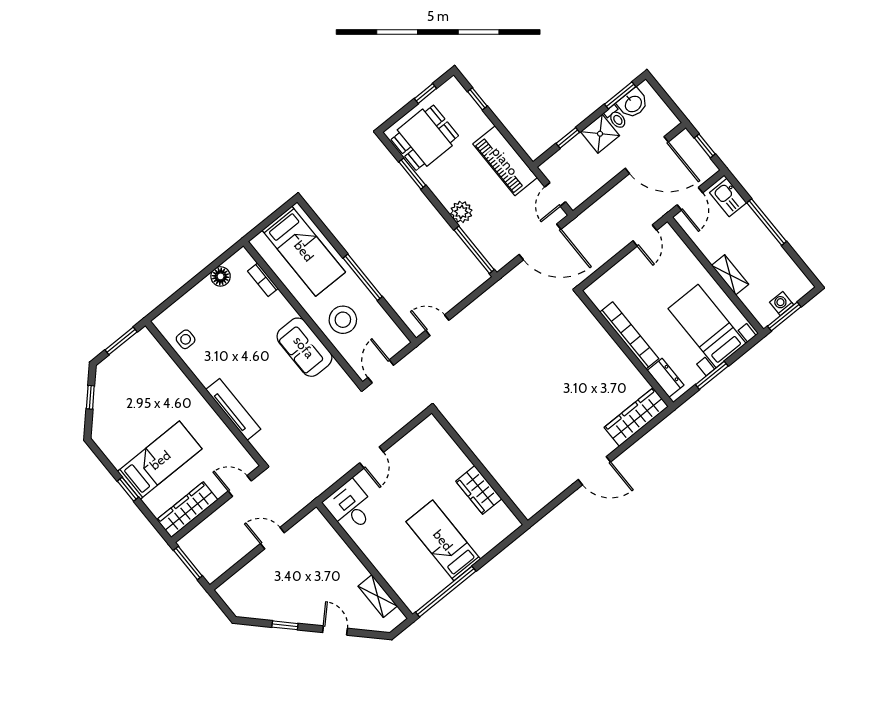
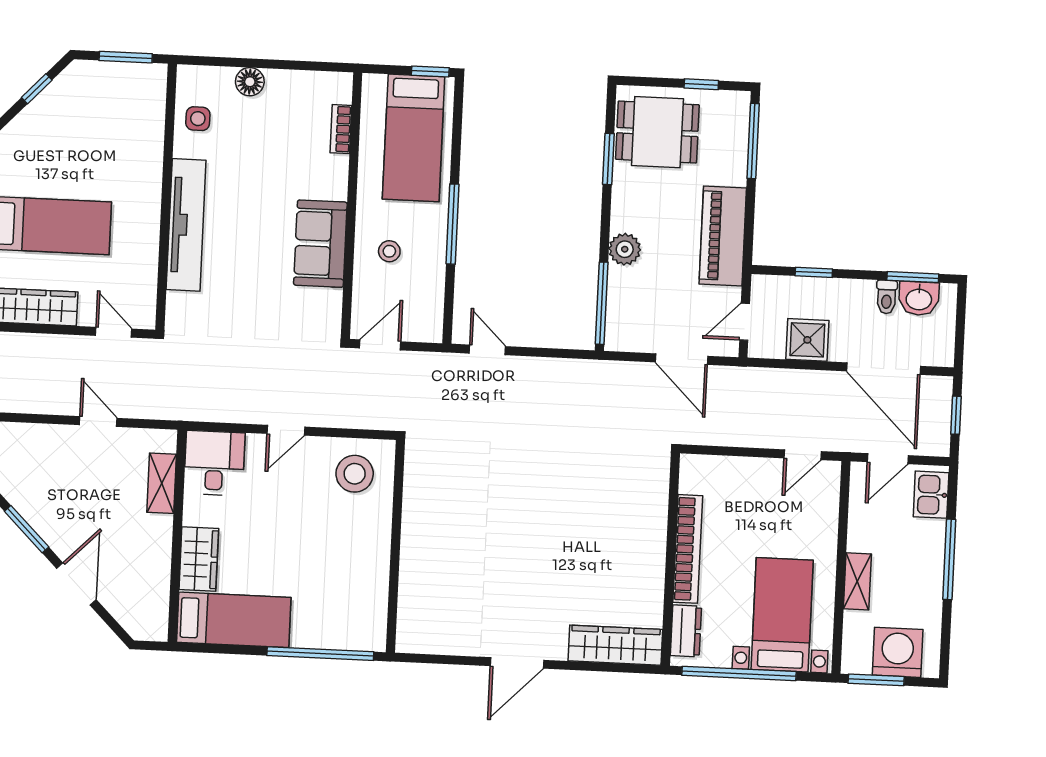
window: (477, 99) -> (753, 141), width x2.17
shower: (600, 134) -> (807, 340), moved
window: (282, 210) -> (430, 71), added
door: (540, 242) -> (682, 359), width x0.73
floor lamp: (221, 276) -> (250, 82), moved
washing machine: (782, 303) -> (898, 652), width x1.89, depth x1.89
stool: (343, 320) -> (389, 251), width x0.53, depth x0.53
window: (712, 375) -> (739, 673), width x2.11
tv unit: (233, 409) -> (186, 225), width x1.36, depth x1.29
stool: (426, 448) -> (355, 474), added
door: (594, 471) -> (517, 663), hinge flipped
wardrobe: (479, 490) -> (199, 559), moved, turned 180
bed: (443, 540) -> (234, 620), moved, turned 90
window: (446, 592) -> (320, 654), moved
shelving: (378, 596) -> (162, 483), moved
window: (285, 625) -> (27, 529), width x1.50
door: (335, 630) -> (76, 584), width x1.38

